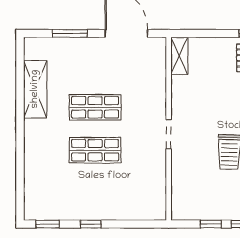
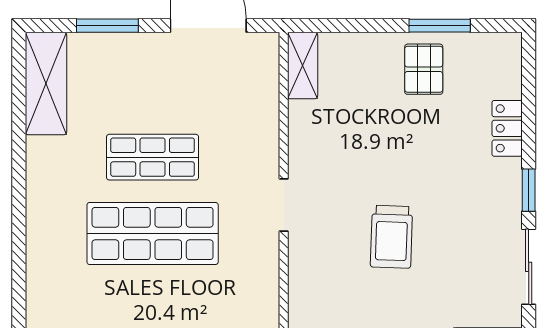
shelving: (35, 89) -> (46, 84), moved
shop shelf: (95, 150) -> (153, 233), width x1.43, depth x1.36

